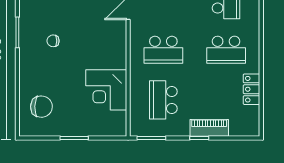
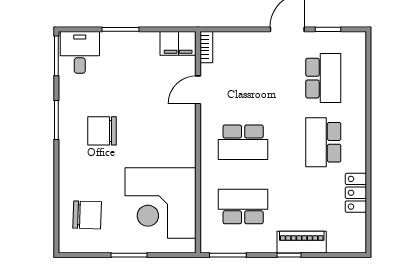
chair: (53, 41) -> (102, 131), width x1.87, depth x1.87
school desk: (226, 50) -> (323, 142), turned 90
corner desk: (106, 90) -> (161, 203), width x1.36, depth x1.36
school desk: (163, 100) -> (243, 206), turned 90

